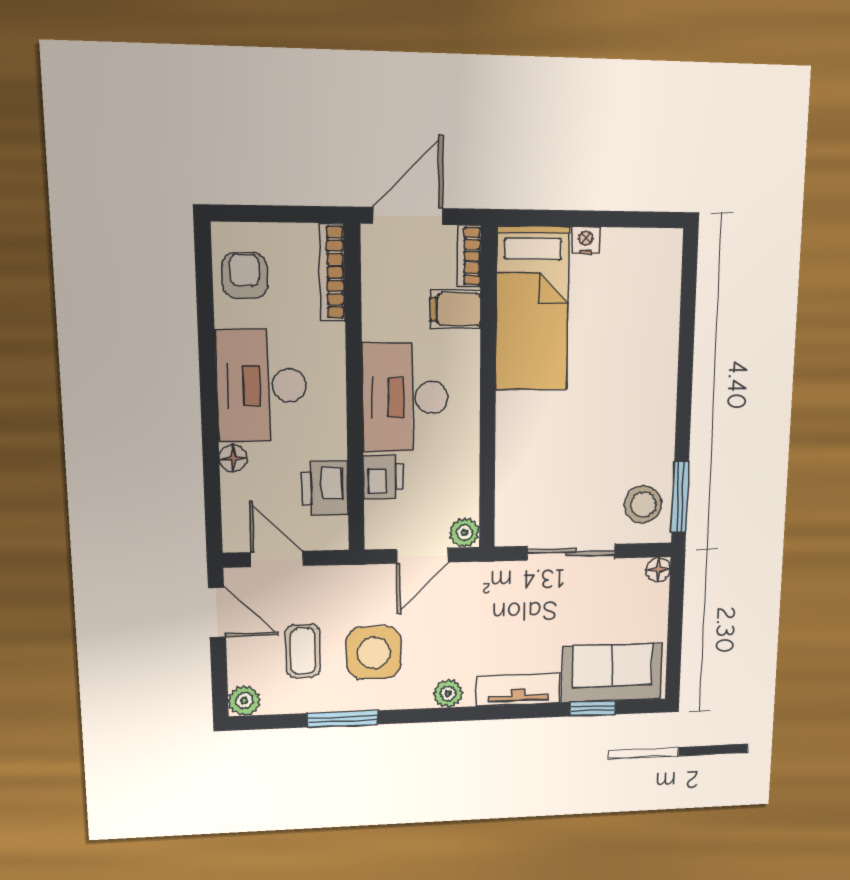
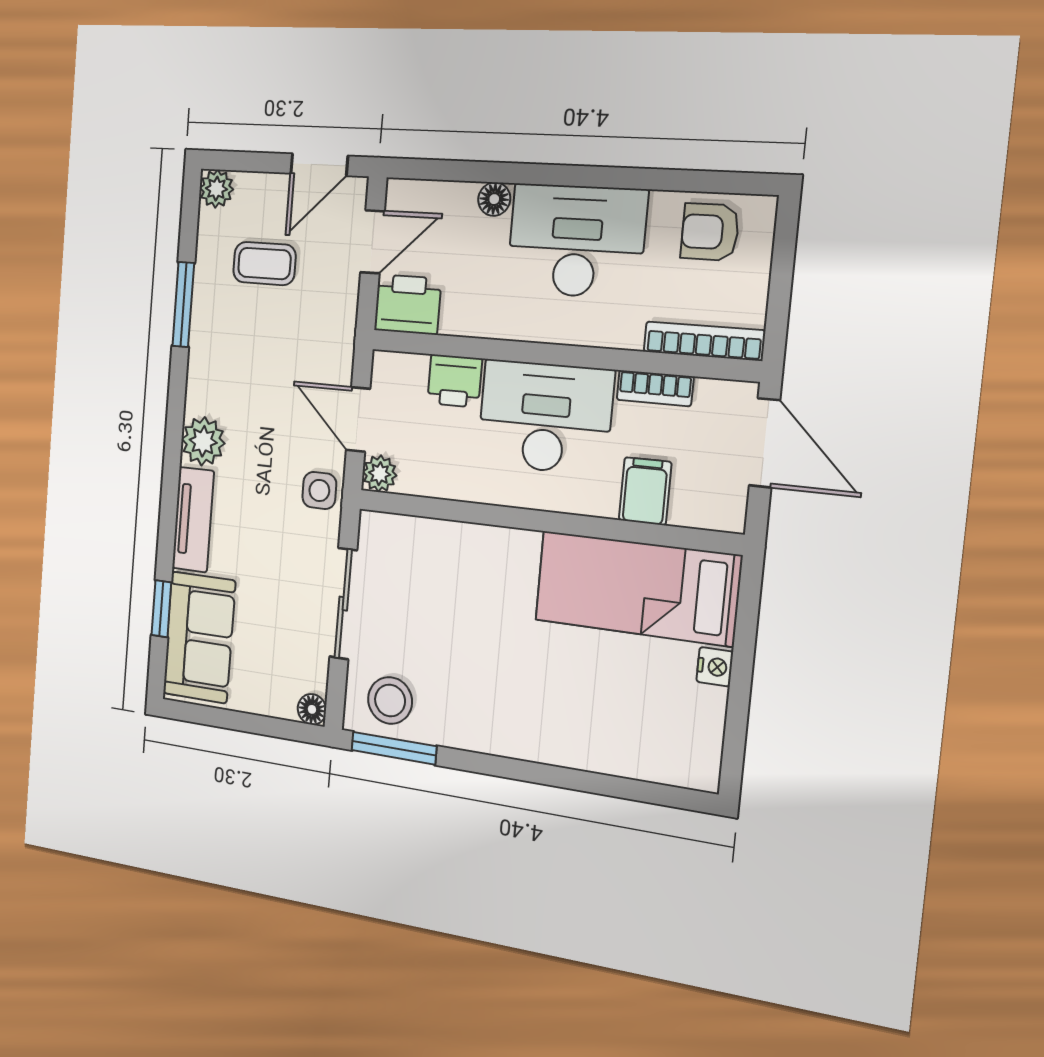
bookcase: (469, 256) -> (655, 388), moved, turned 180
armchair: (245, 275) -> (710, 232), turned 180
printer: (325, 488) -> (408, 304), moved
side table: (374, 653) -> (319, 490), moved, width x0.54, depth x0.54
plant: (448, 693) -> (203, 441), width x1.38, depth x1.38

